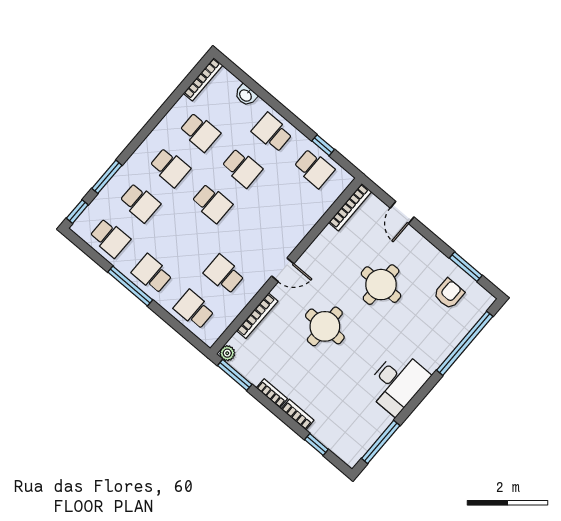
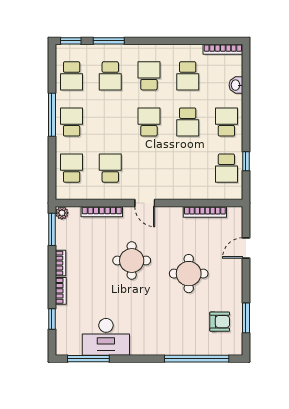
school desk: (170, 167) -> (149, 76), turned 180
school desk: (212, 203) -> (149, 122), turned 180
bookcase: (350, 207) -> (205, 212), moved
desk: (397, 382) -> (106, 337), moved

